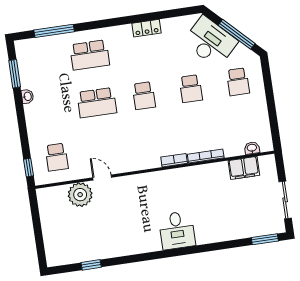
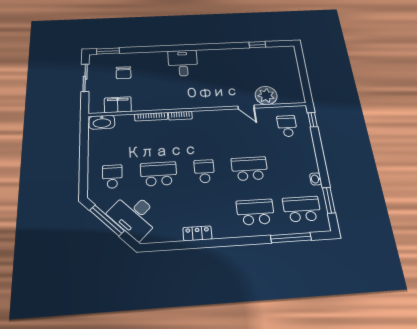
school desk: (43, 62) -> (302, 209), added
school desk: (191, 89) -> (159, 174), width x1.85
washbasin: (252, 148) -> (102, 122), width x1.91, depth x1.45
chair: (243, 211) -> (124, 73), added

